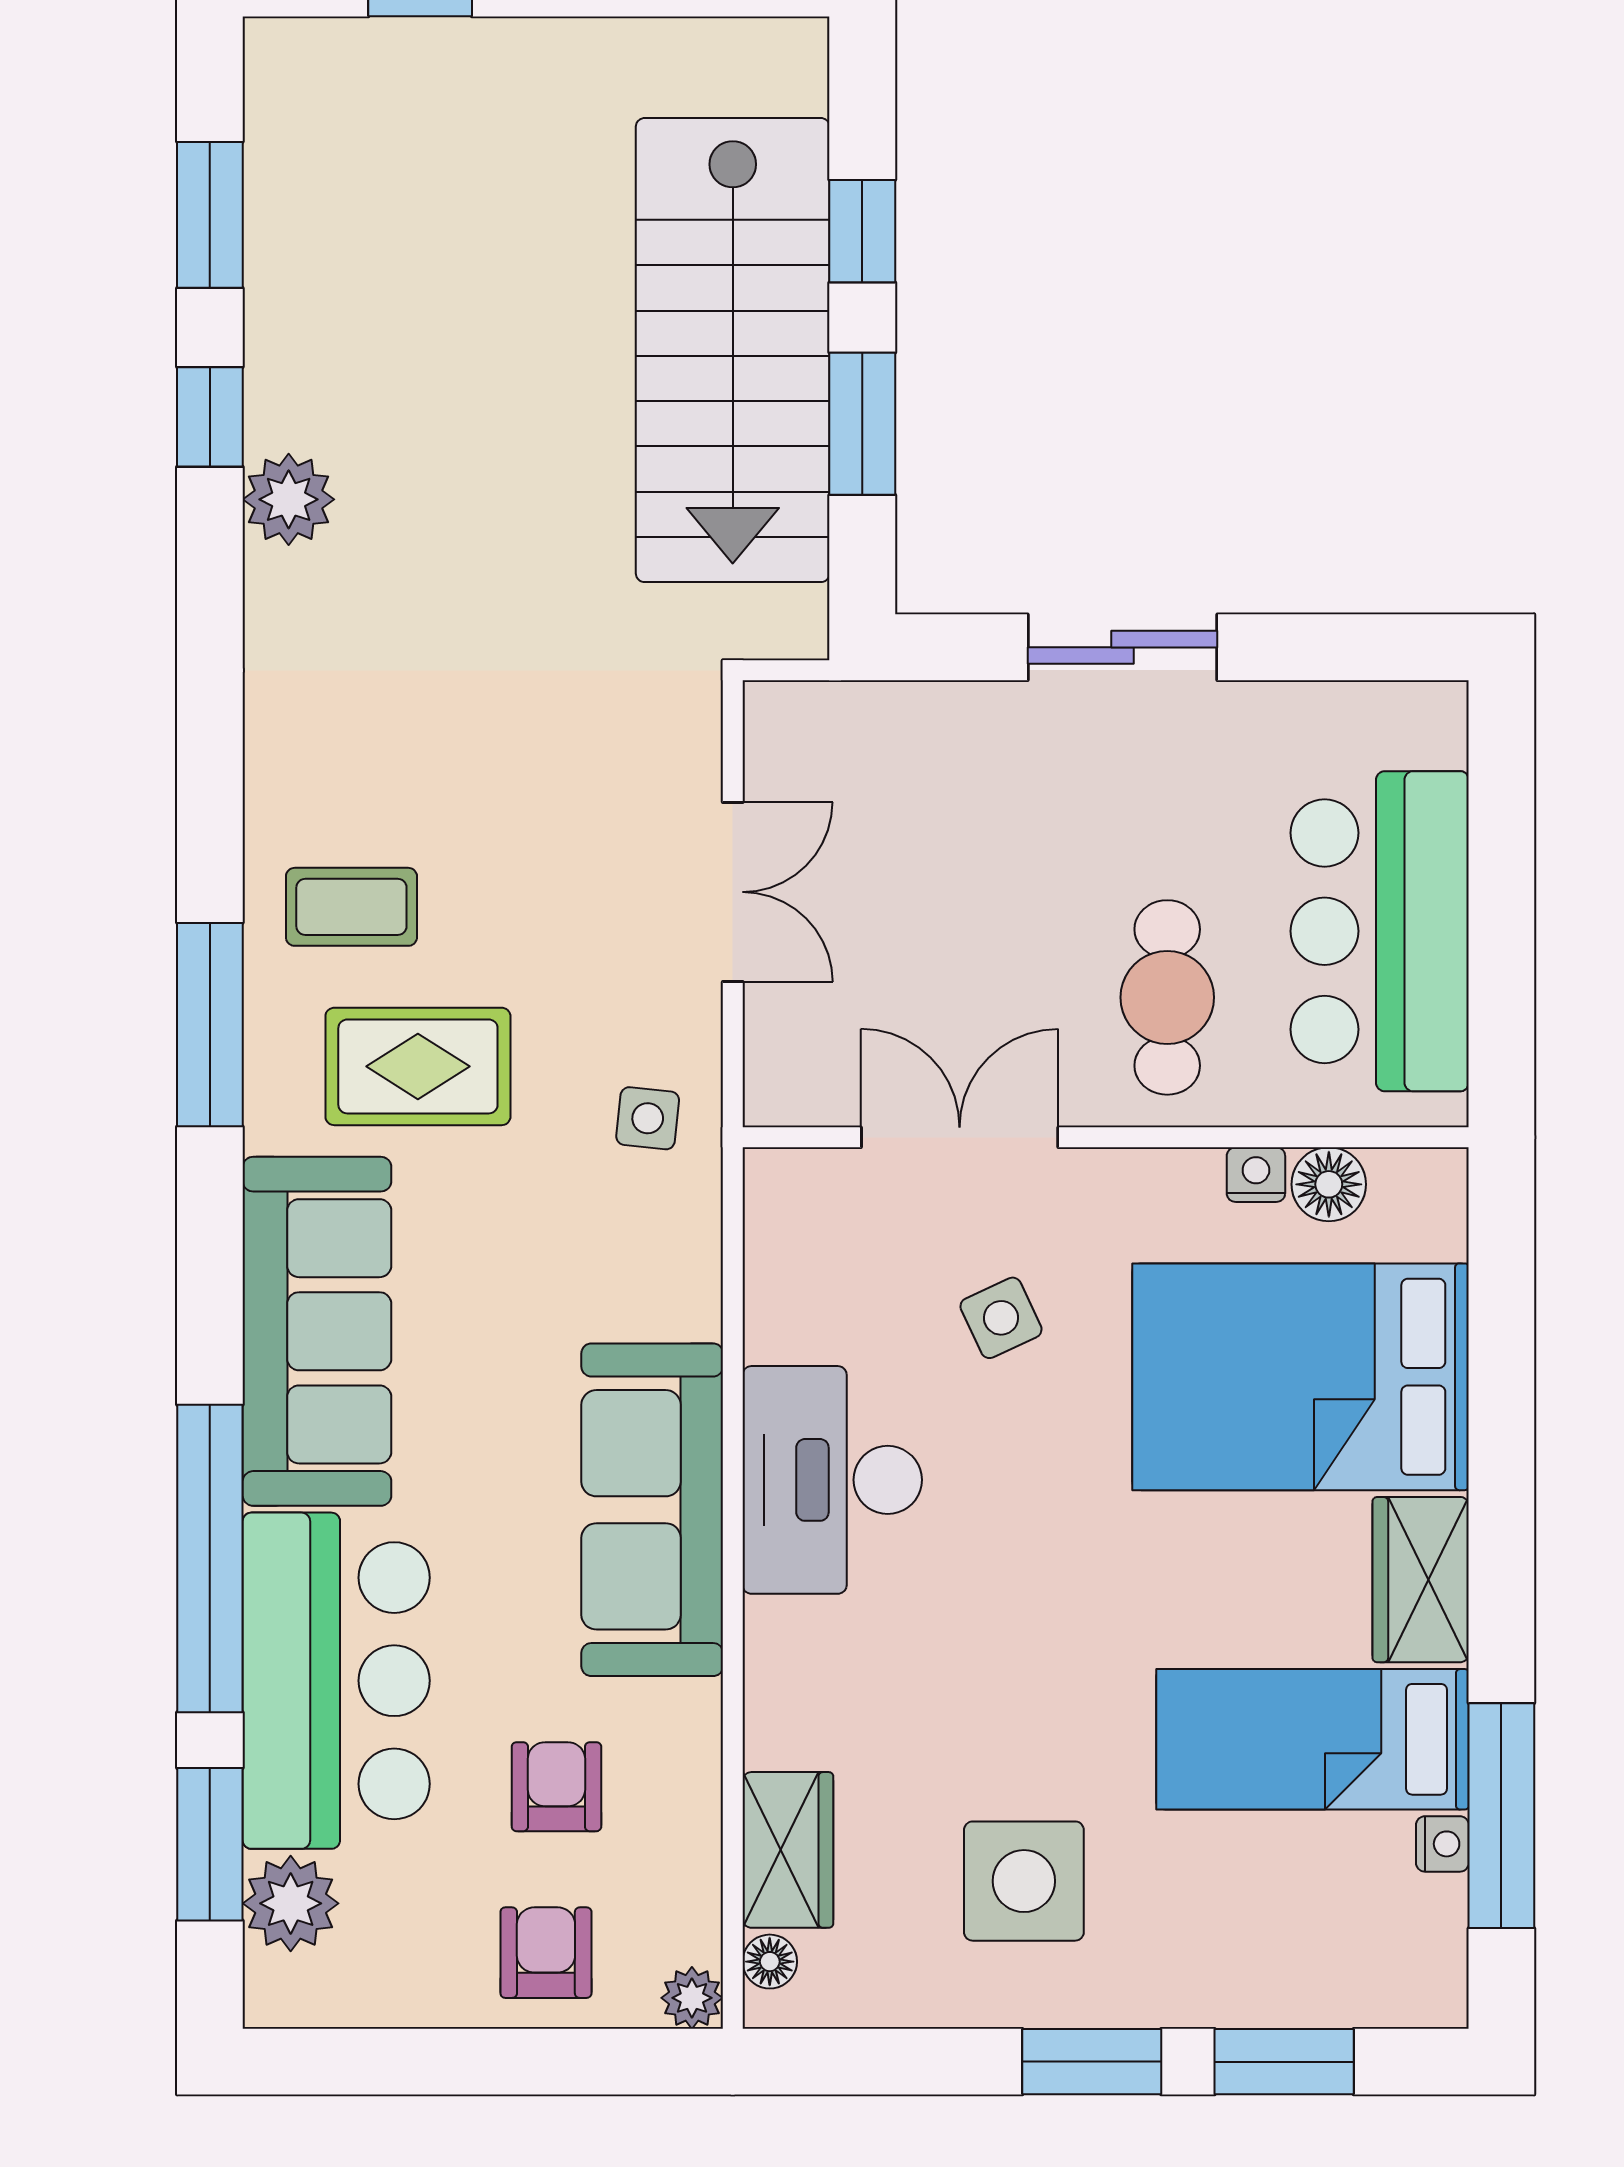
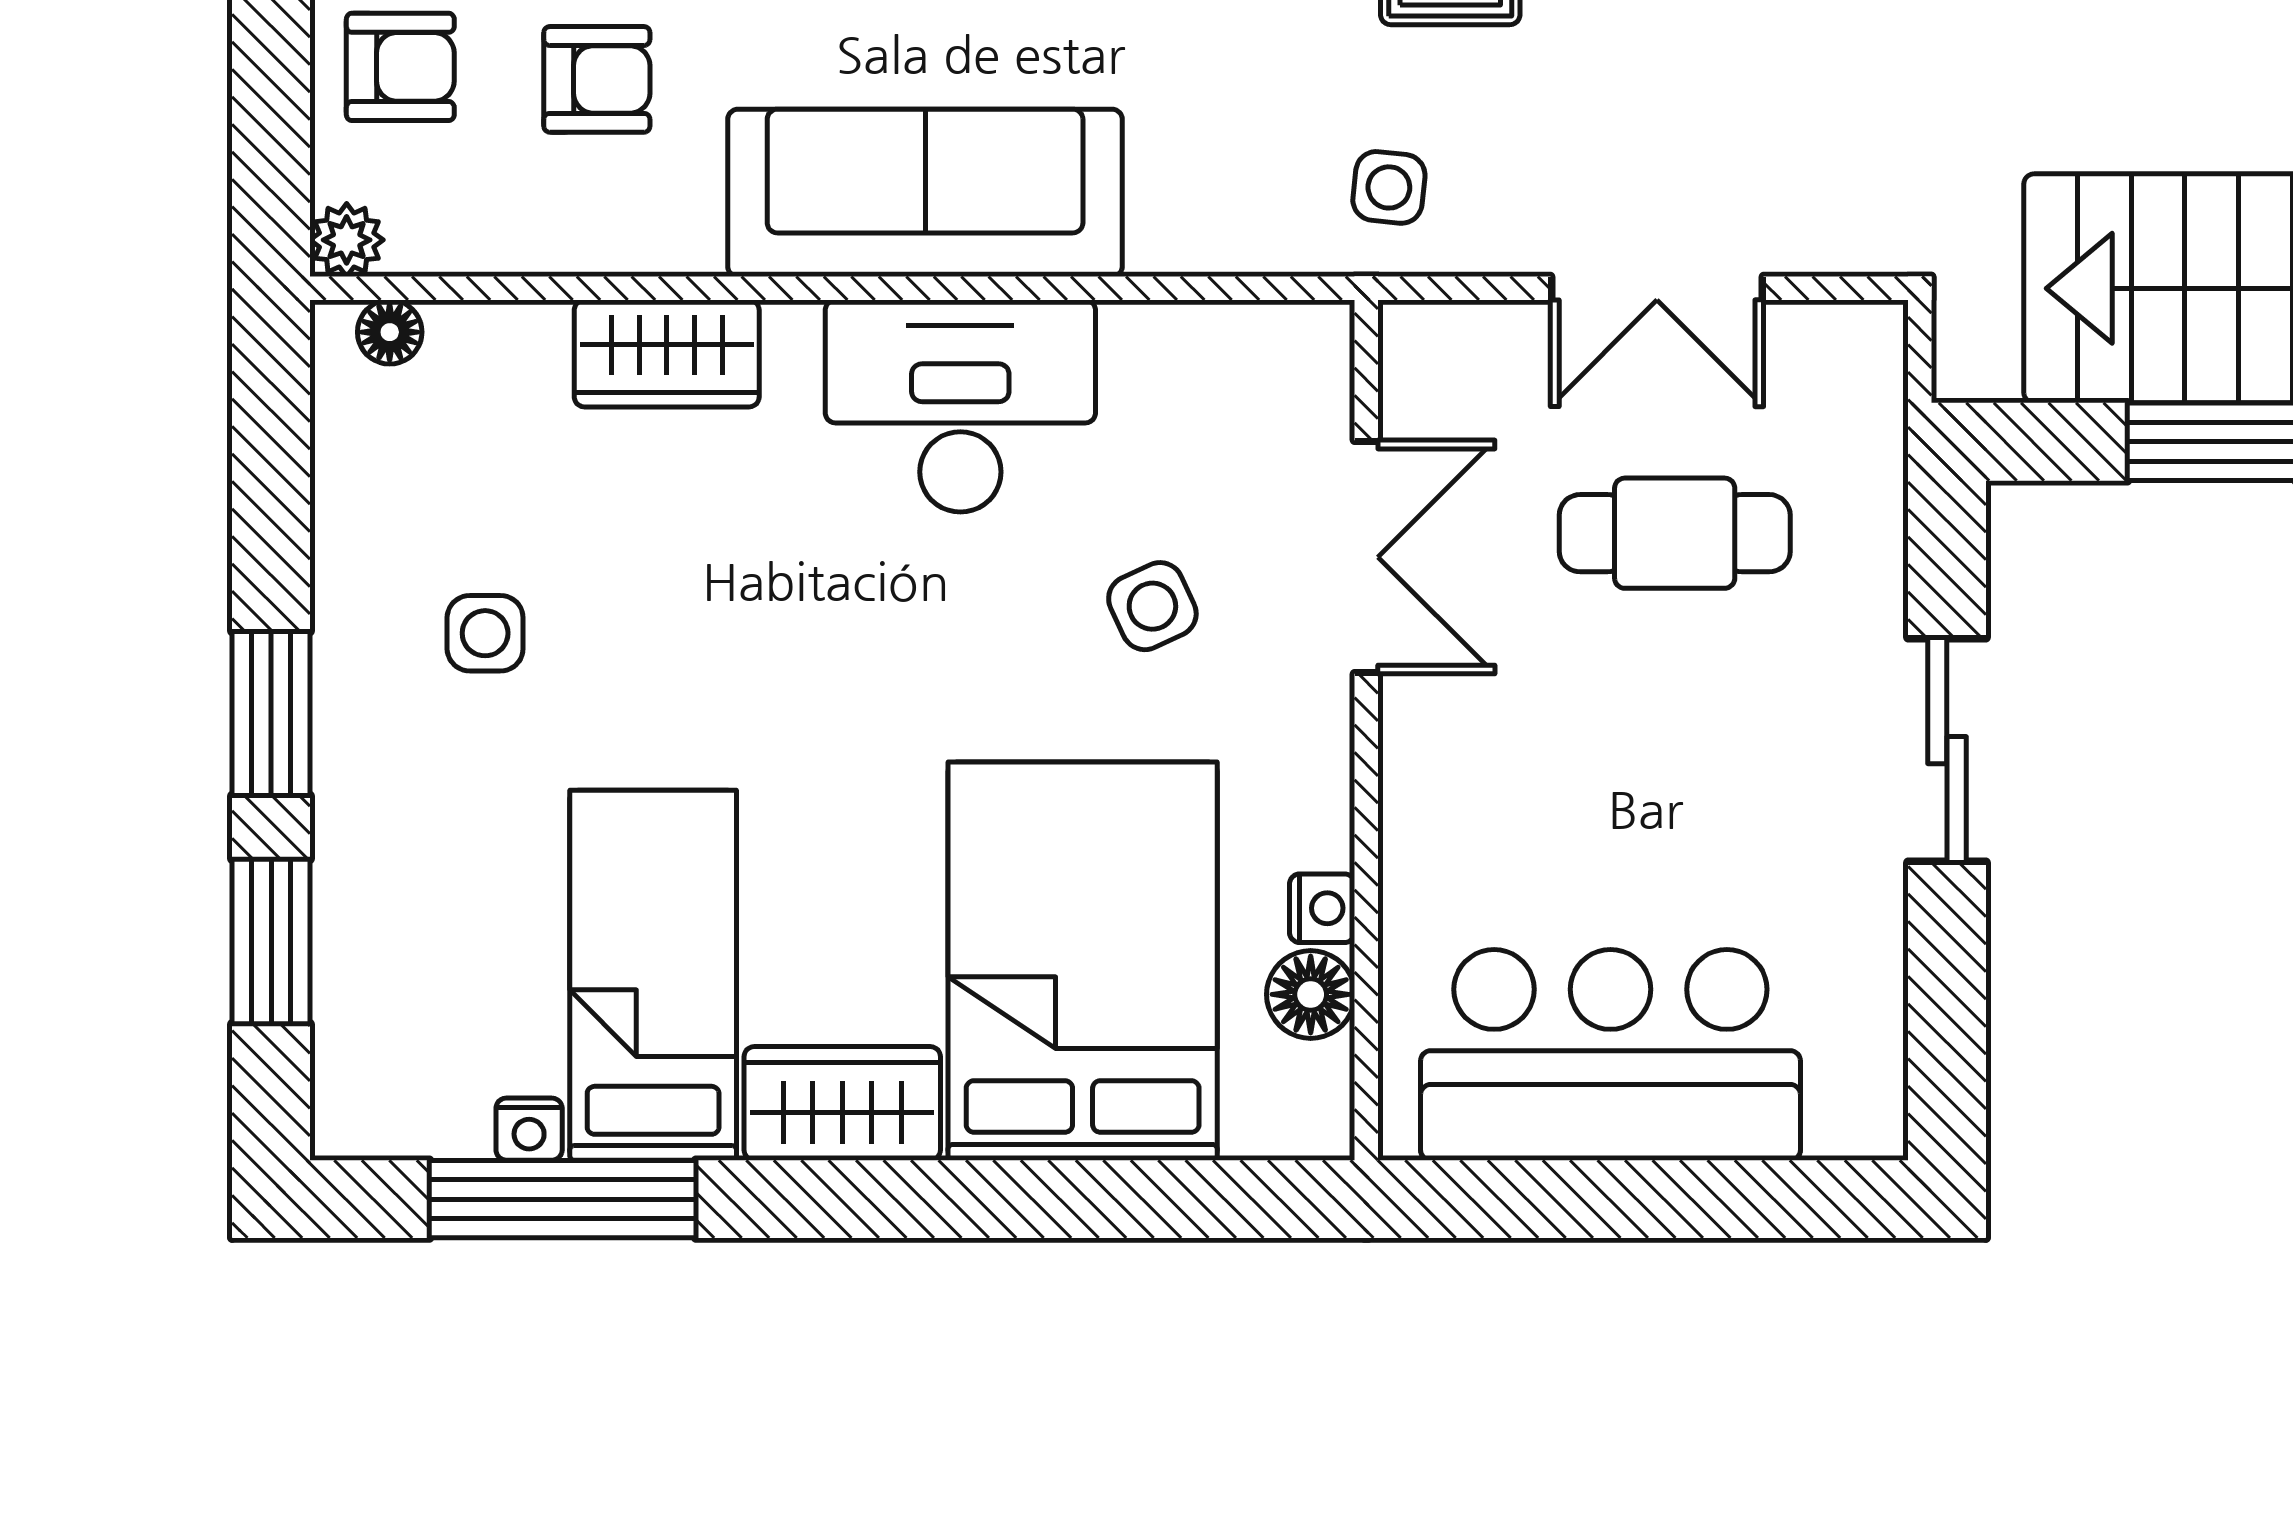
cafe table: (1167, 997) -> (1675, 533), moved
wardrobe: (788, 1850) -> (667, 354), moved
side table: (1024, 1881) -> (485, 633), width x0.54, depth x0.54

